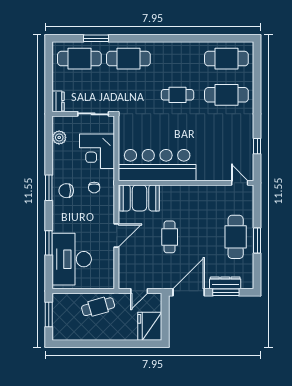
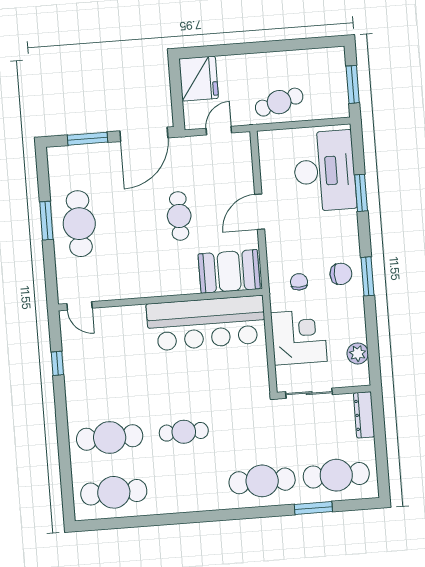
dresser: (58, 101) -> (364, 415), width x1.44
dresser: (225, 283) -> (90, 153), removed

